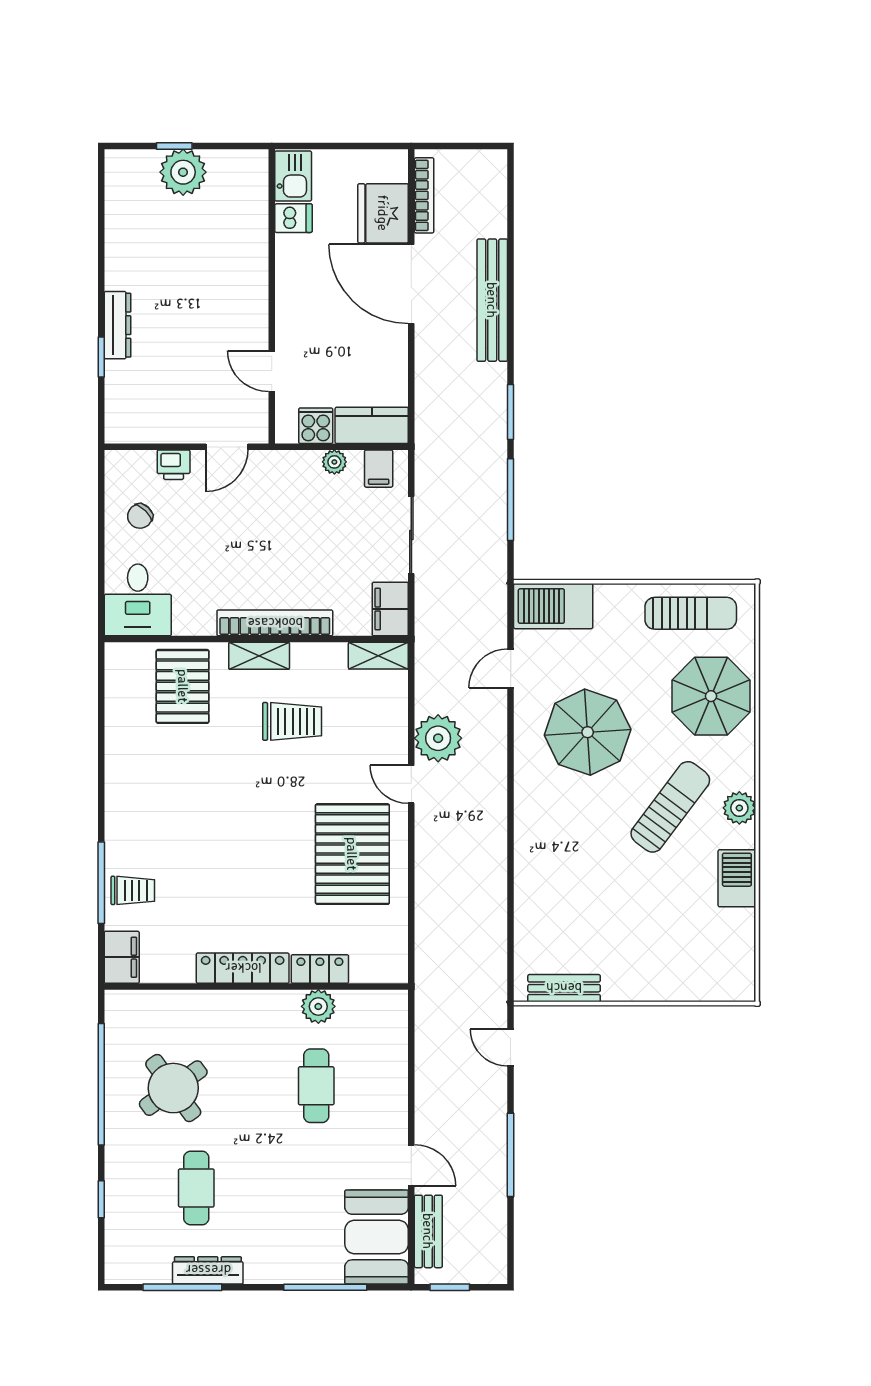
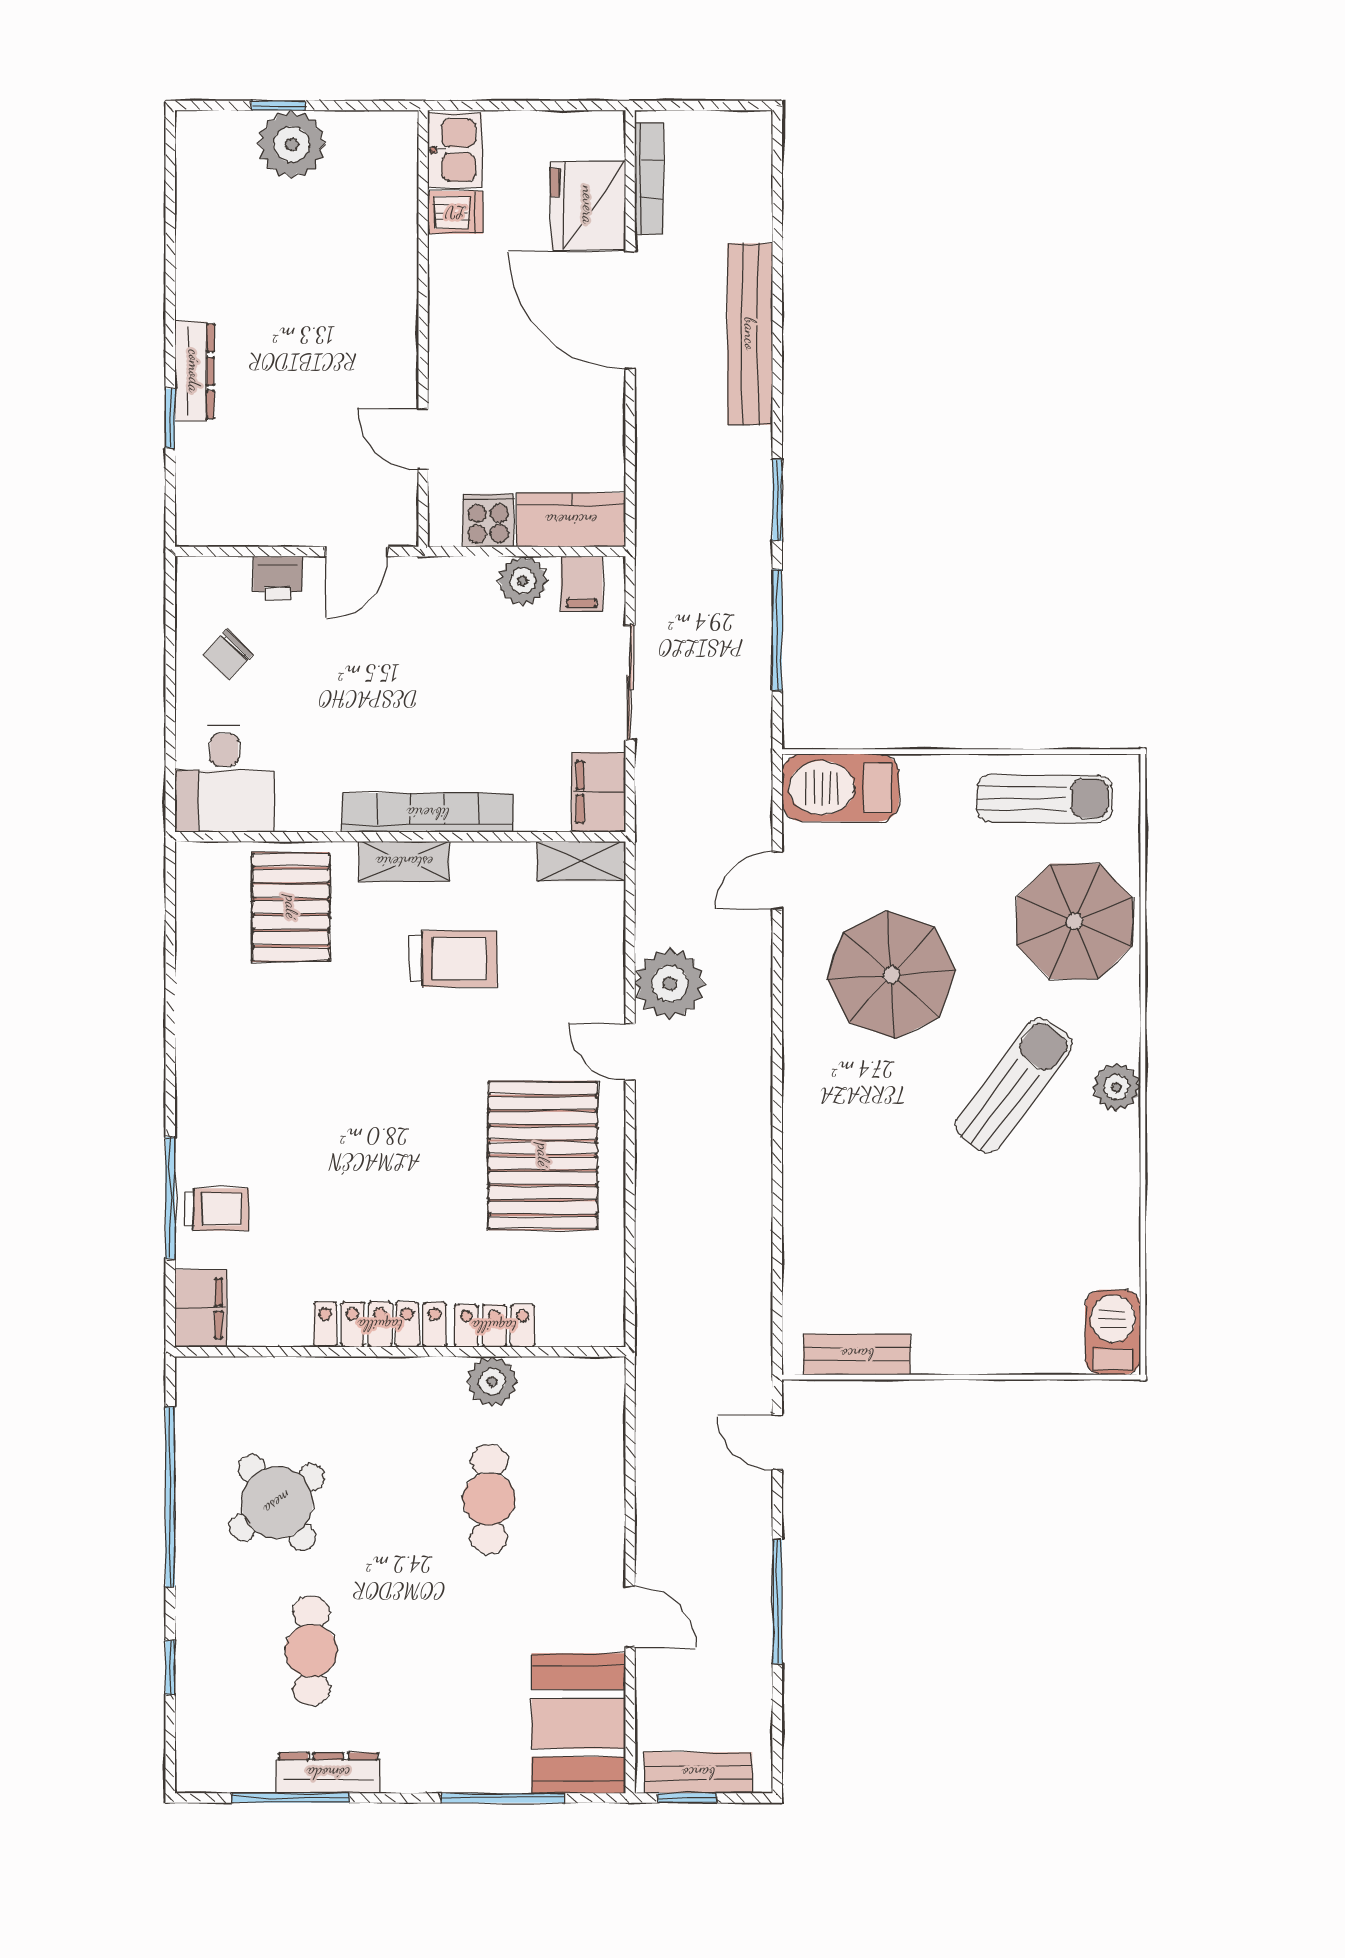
plant: (334, 462) -> (523, 581), width x1.38, depth x1.38
barbecue: (737, 878) -> (1113, 1332), moved
bench: (428, 1231) -> (698, 1773), moved, turned 90

